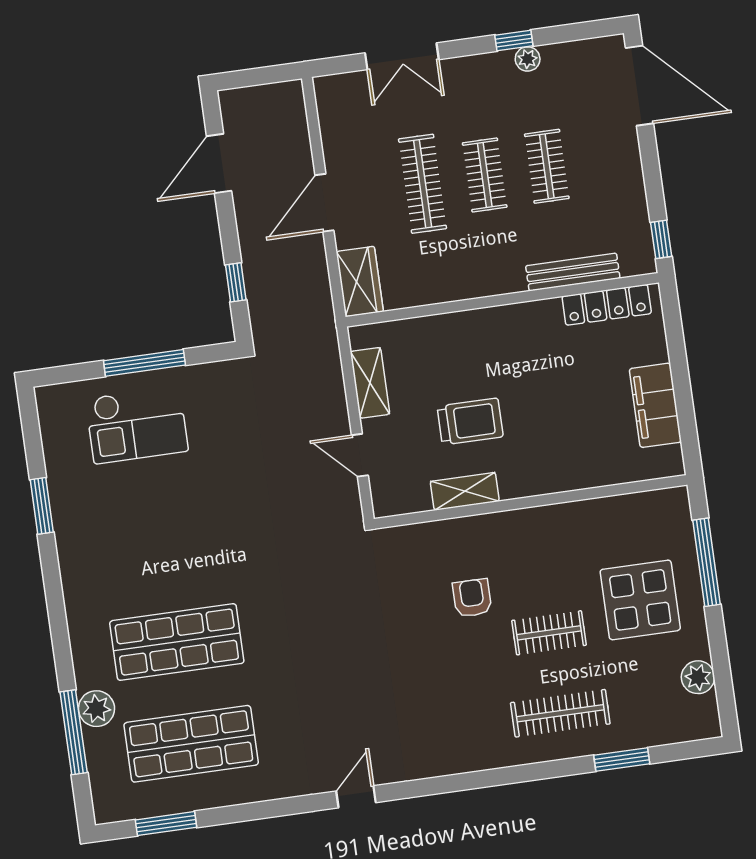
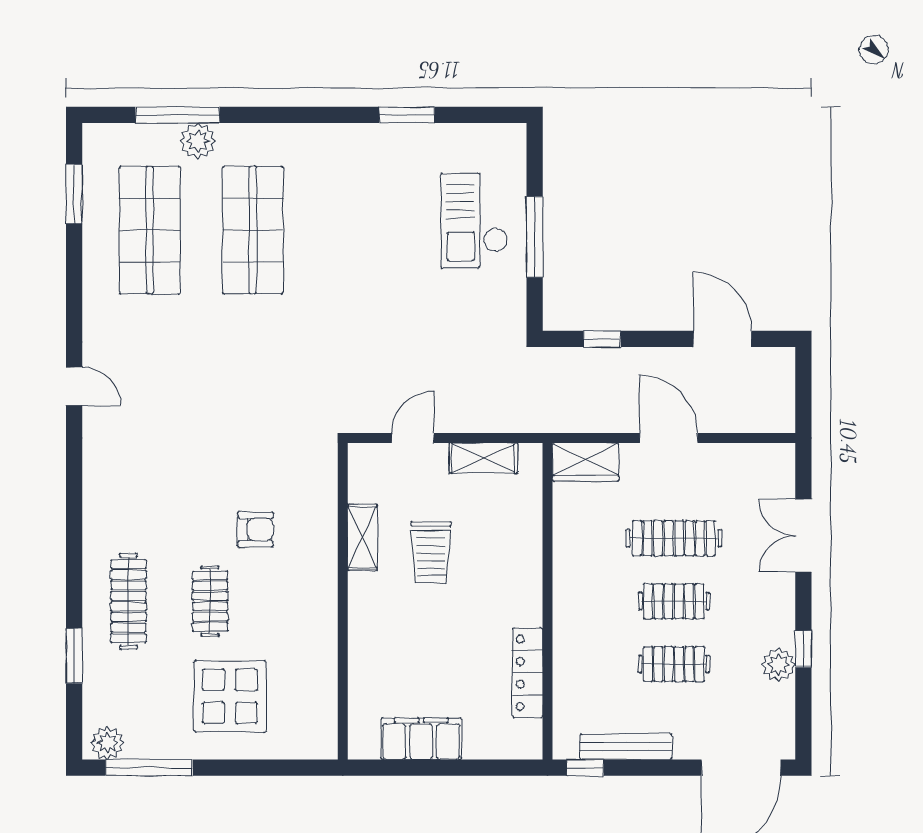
plant: (528, 59) -> (779, 665), width x1.38, depth x1.38
bench: (573, 272) -> (626, 747), moved, turned 90
locker: (607, 305) -> (528, 673), moved
window: (707, 562) -> (149, 768), moved
plant: (698, 677) -> (107, 743), moved

